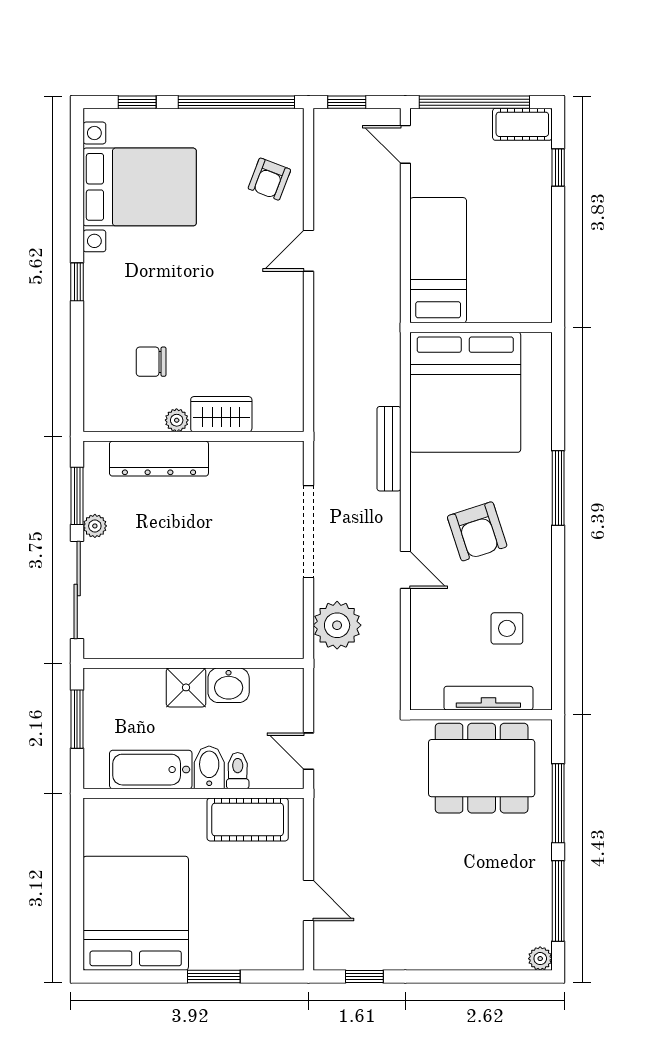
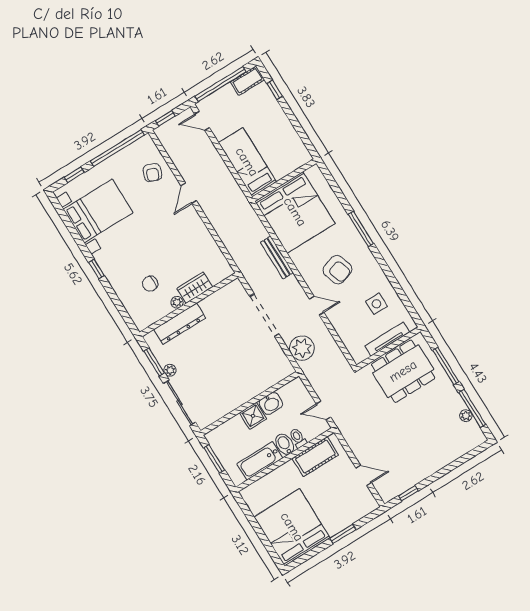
plant: (540, 959) -> (466, 416), moved

